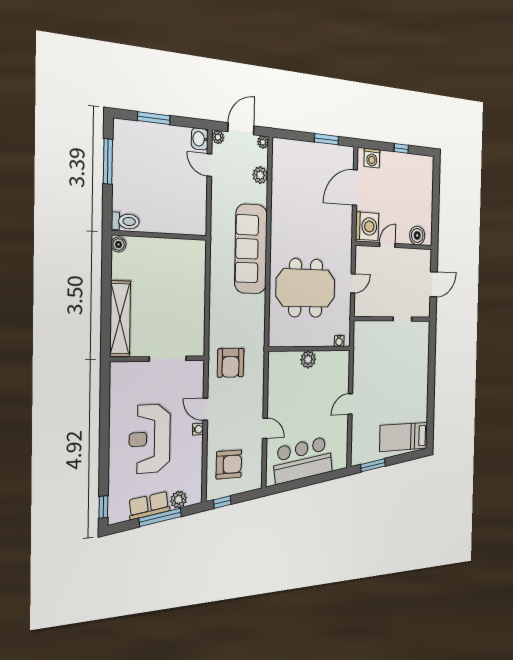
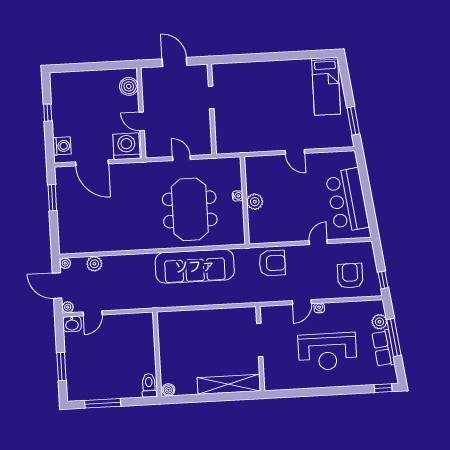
sofa: (251, 249) -> (195, 266), moved
water cooler: (339, 341) -> (238, 196), moved
armchair: (231, 363) -> (272, 263), moved

